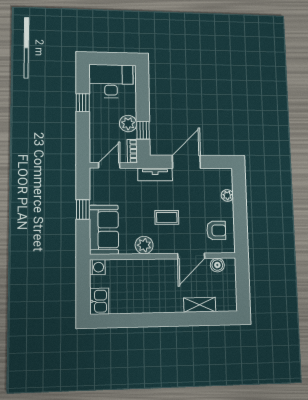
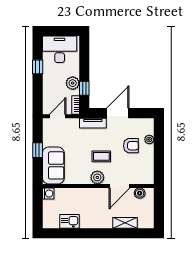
armchair: (216, 230) -> (131, 146), moved
plant: (144, 245) -> (97, 177), moved
kitchen sink: (99, 301) -> (70, 221), moved, turned -90

